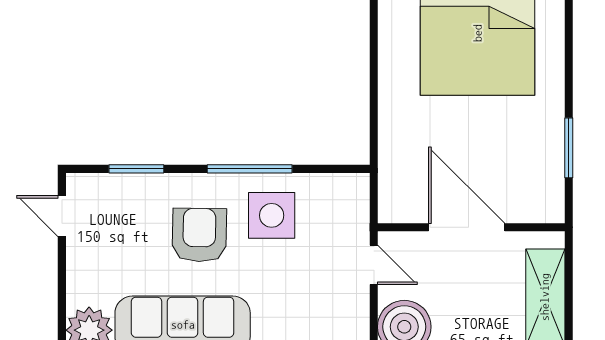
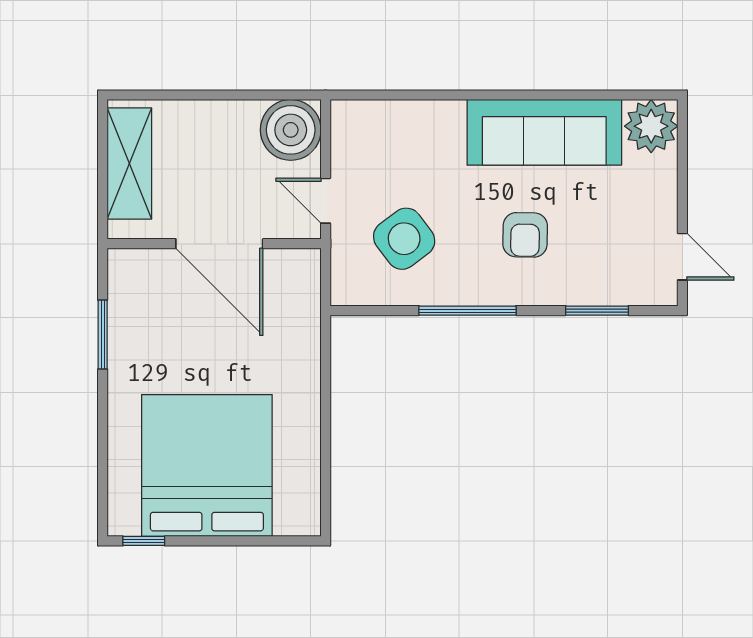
side table: (272, 215) -> (404, 239), moved, turned -37
armchair: (199, 235) -> (525, 235), width x0.72, depth x0.72

